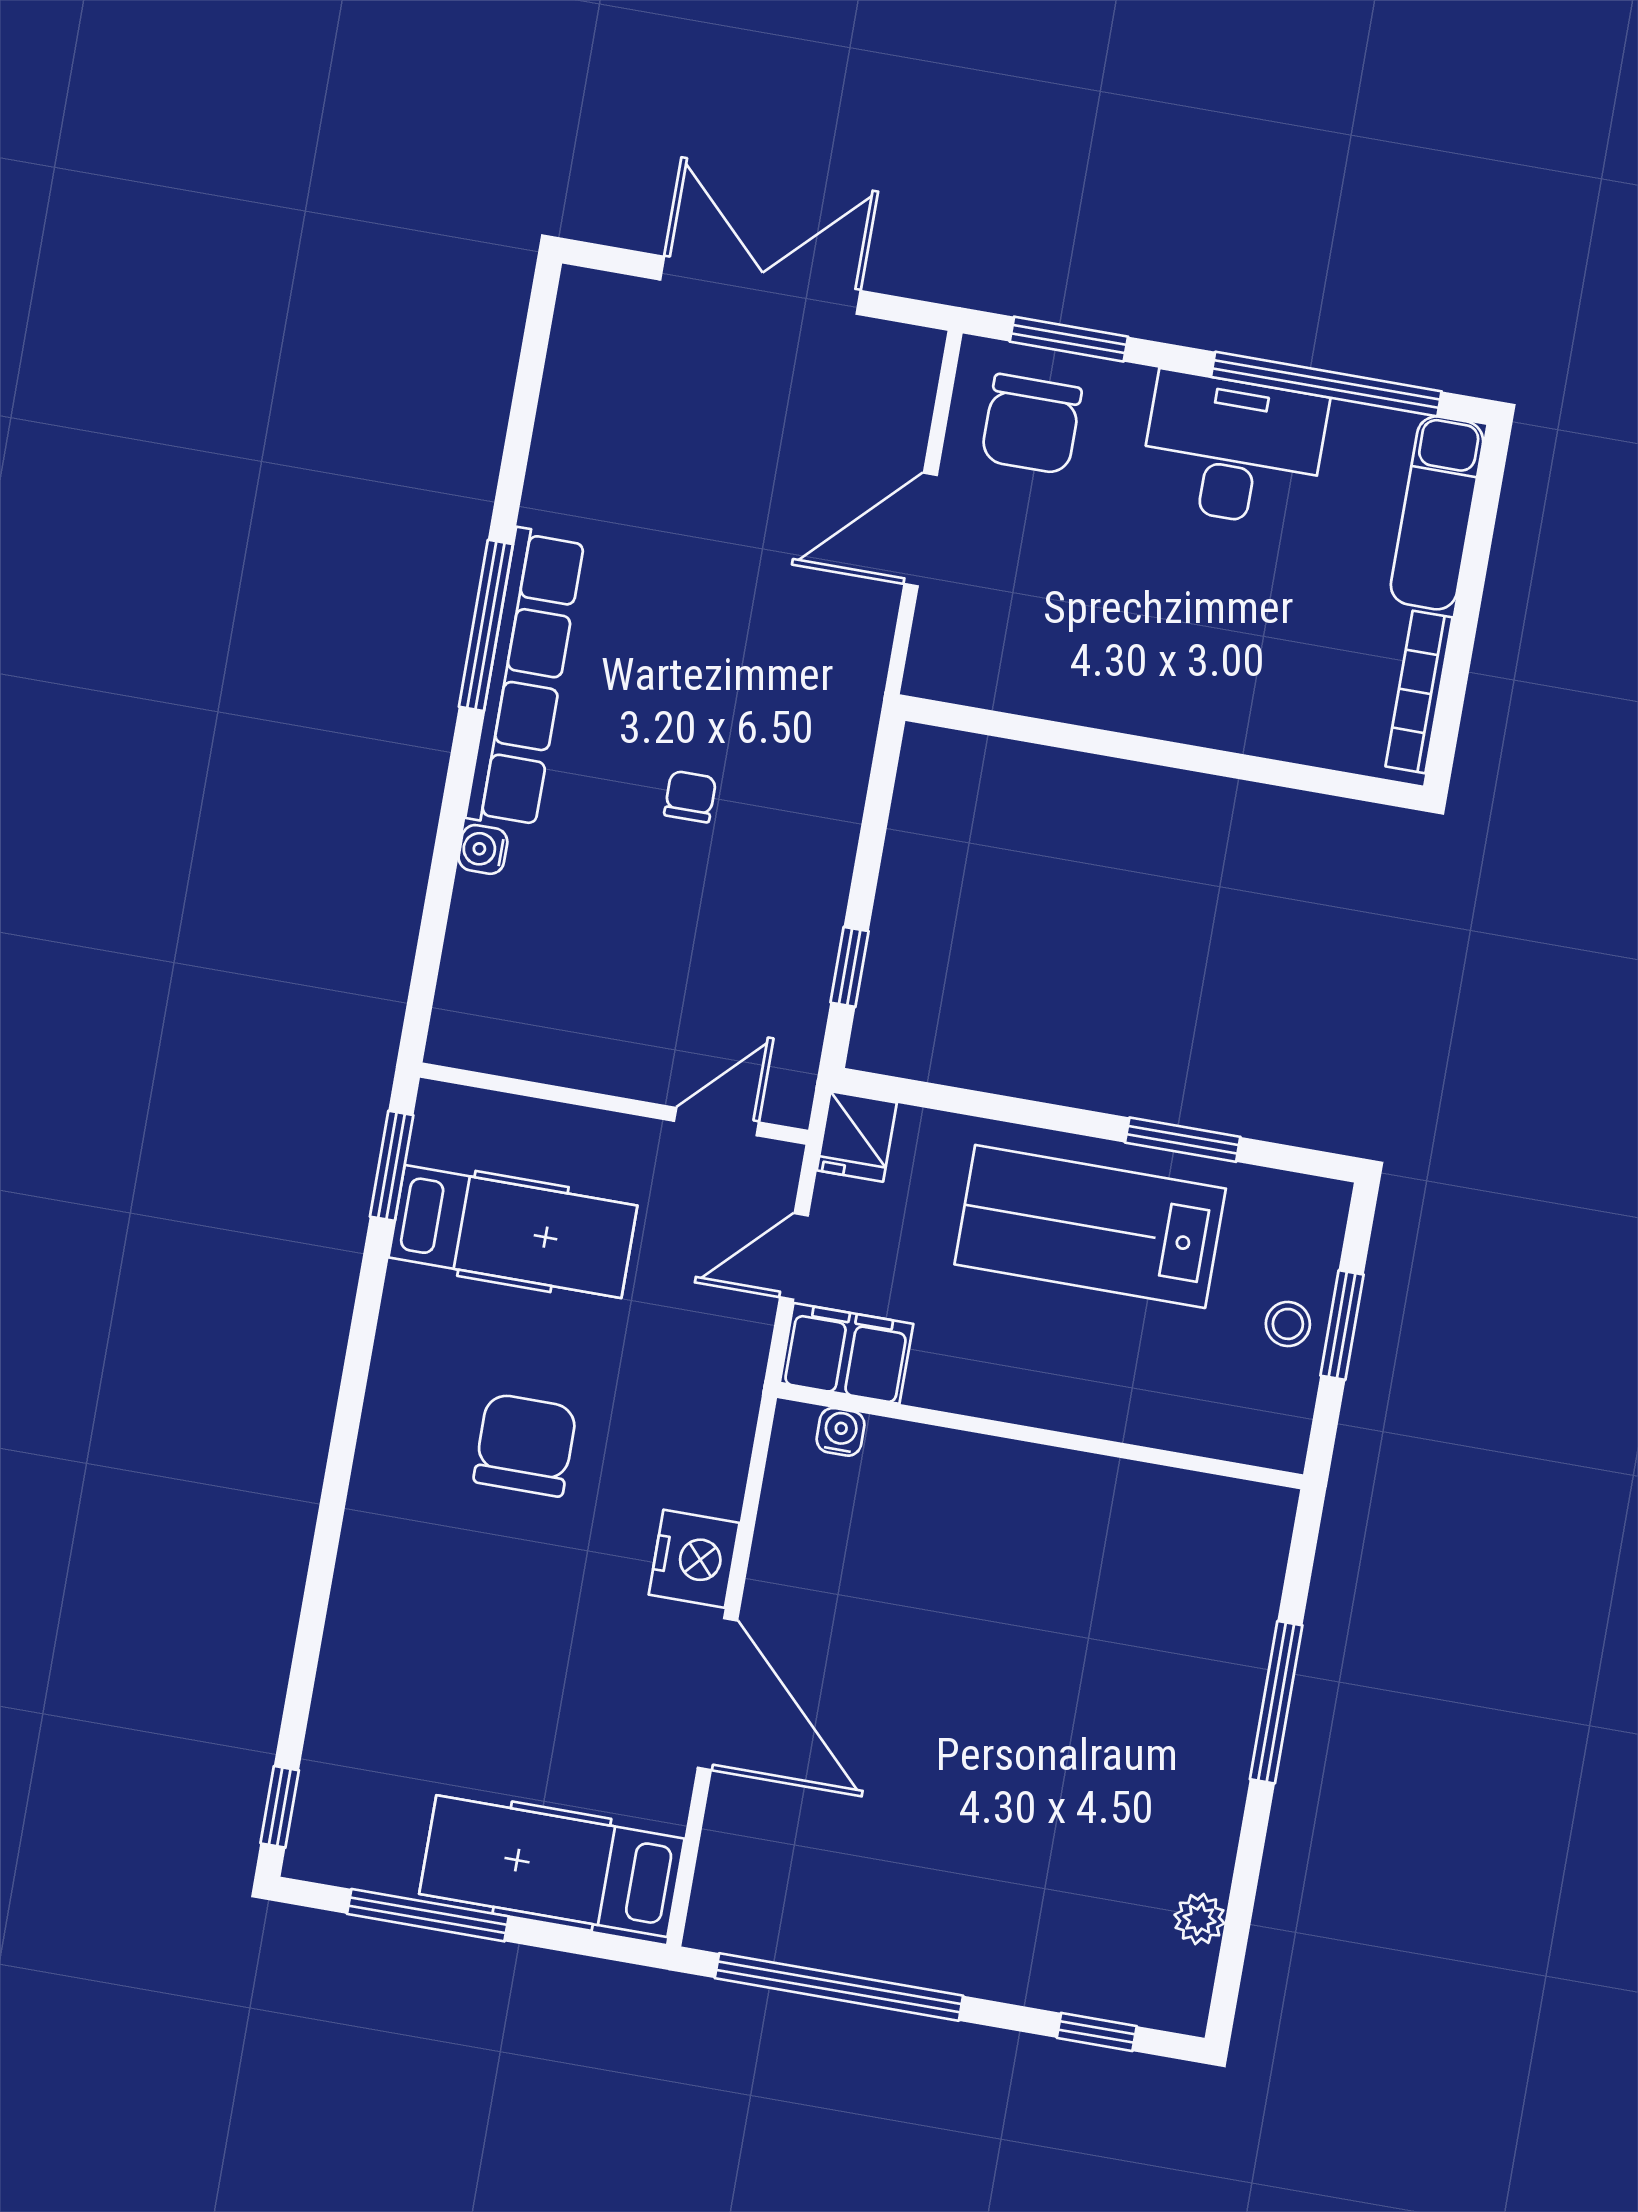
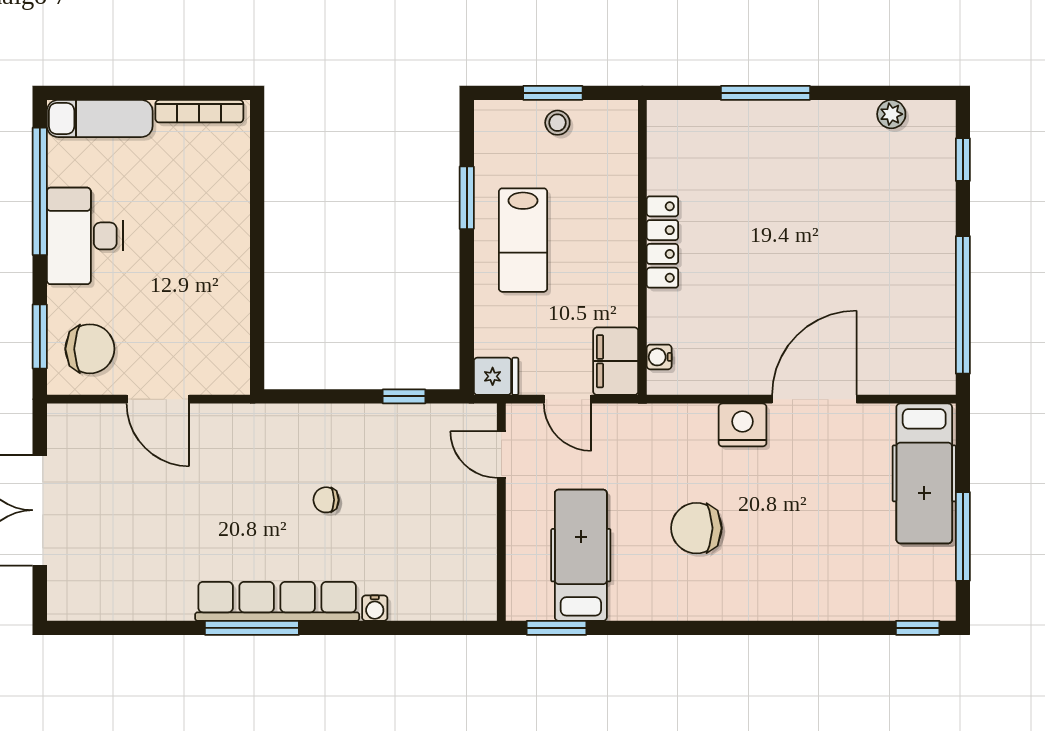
lab bench: (1090, 1226) -> (523, 240), width x0.73, depth x0.72
locker: (1044, 1473) -> (662, 242), added

